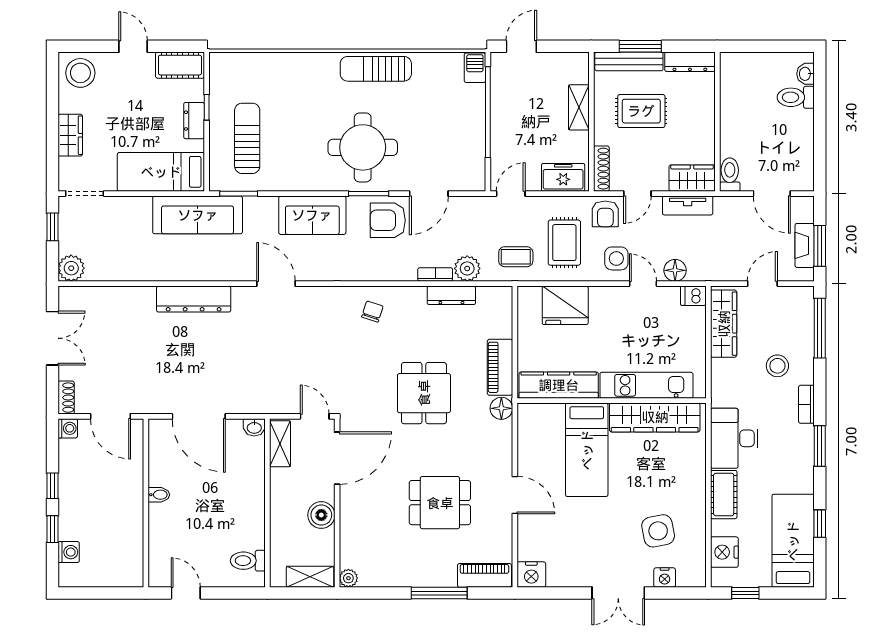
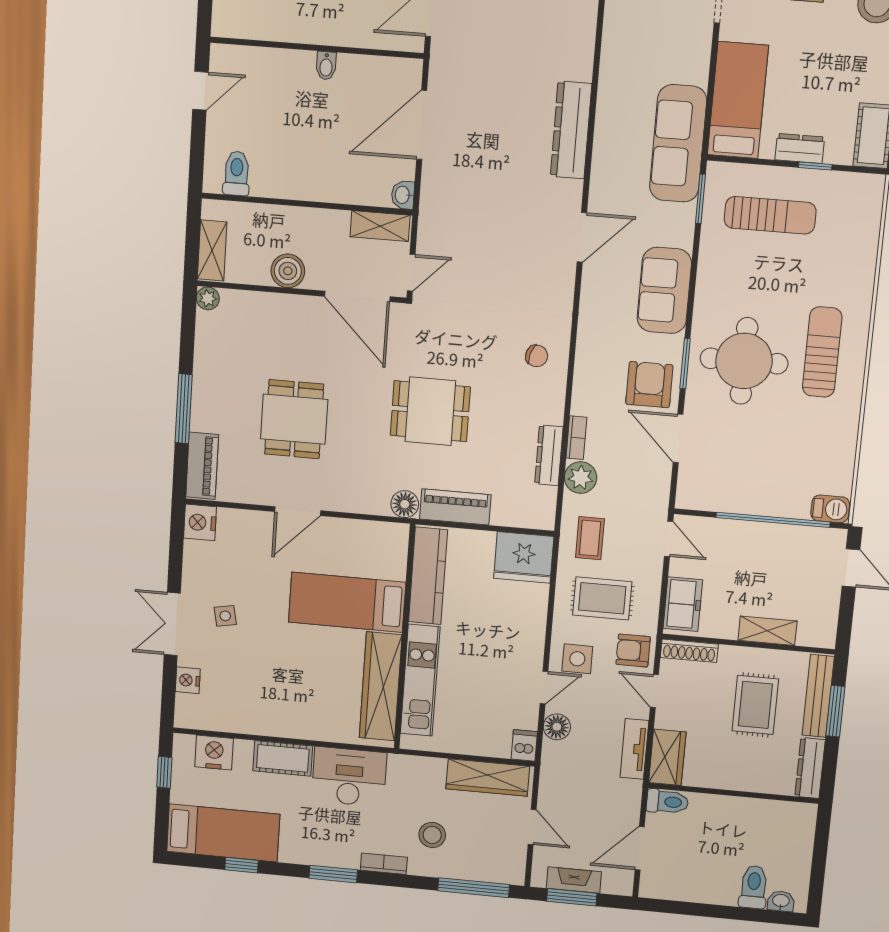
sun lounger: (376, 69) -> (822, 352), moved
fridge: (565, 305) -> (524, 557), moved, turned -90
side table: (658, 531) -> (225, 616), moved, width x0.54, depth x0.54

